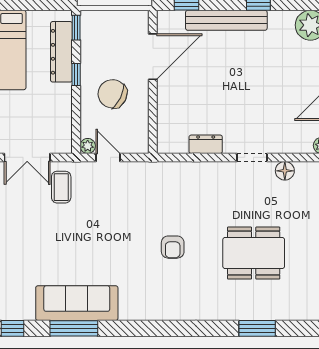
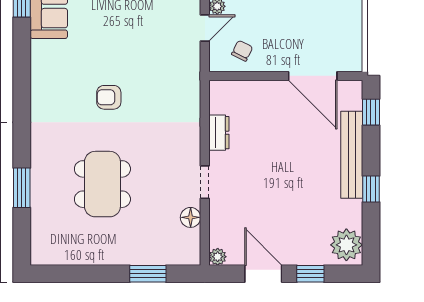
chair: (113, 94) -> (242, 51), moved, width x0.54, depth x0.54

